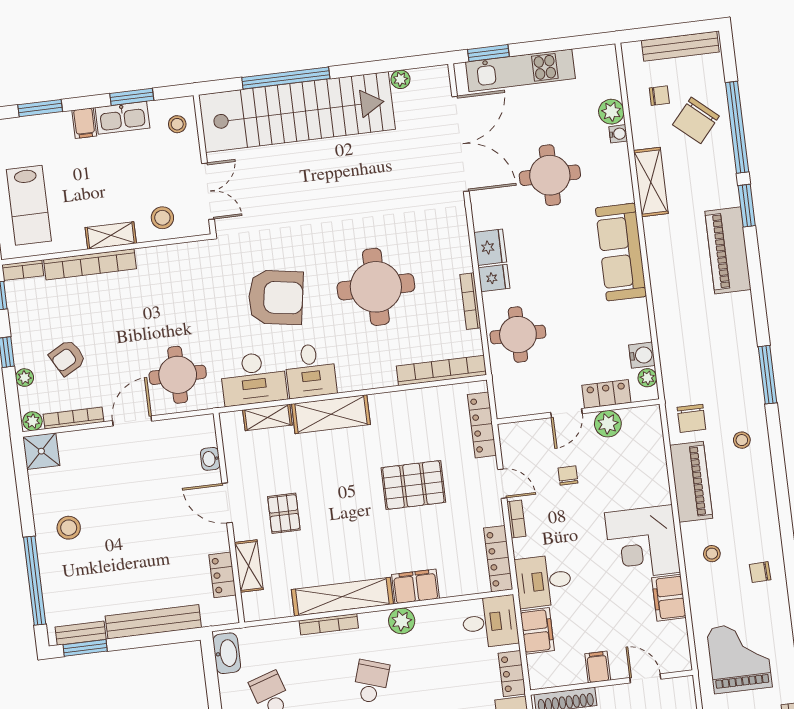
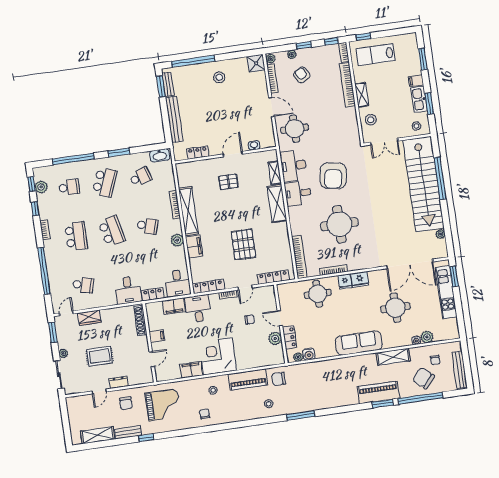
piano: (728, 250) -> (378, 392), moved
shelving: (249, 566) -> (202, 165), removed

